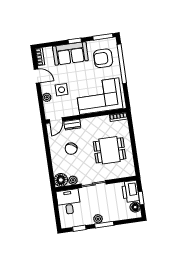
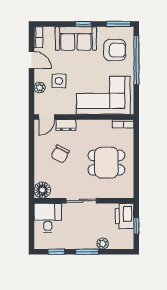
armchair: (103, 58) -> (115, 50), turned 180
plant: (73, 180) -> (57, 193), removed
floor lamp: (135, 207) -> (128, 236), removed
plant: (98, 219) -> (103, 244), moved

